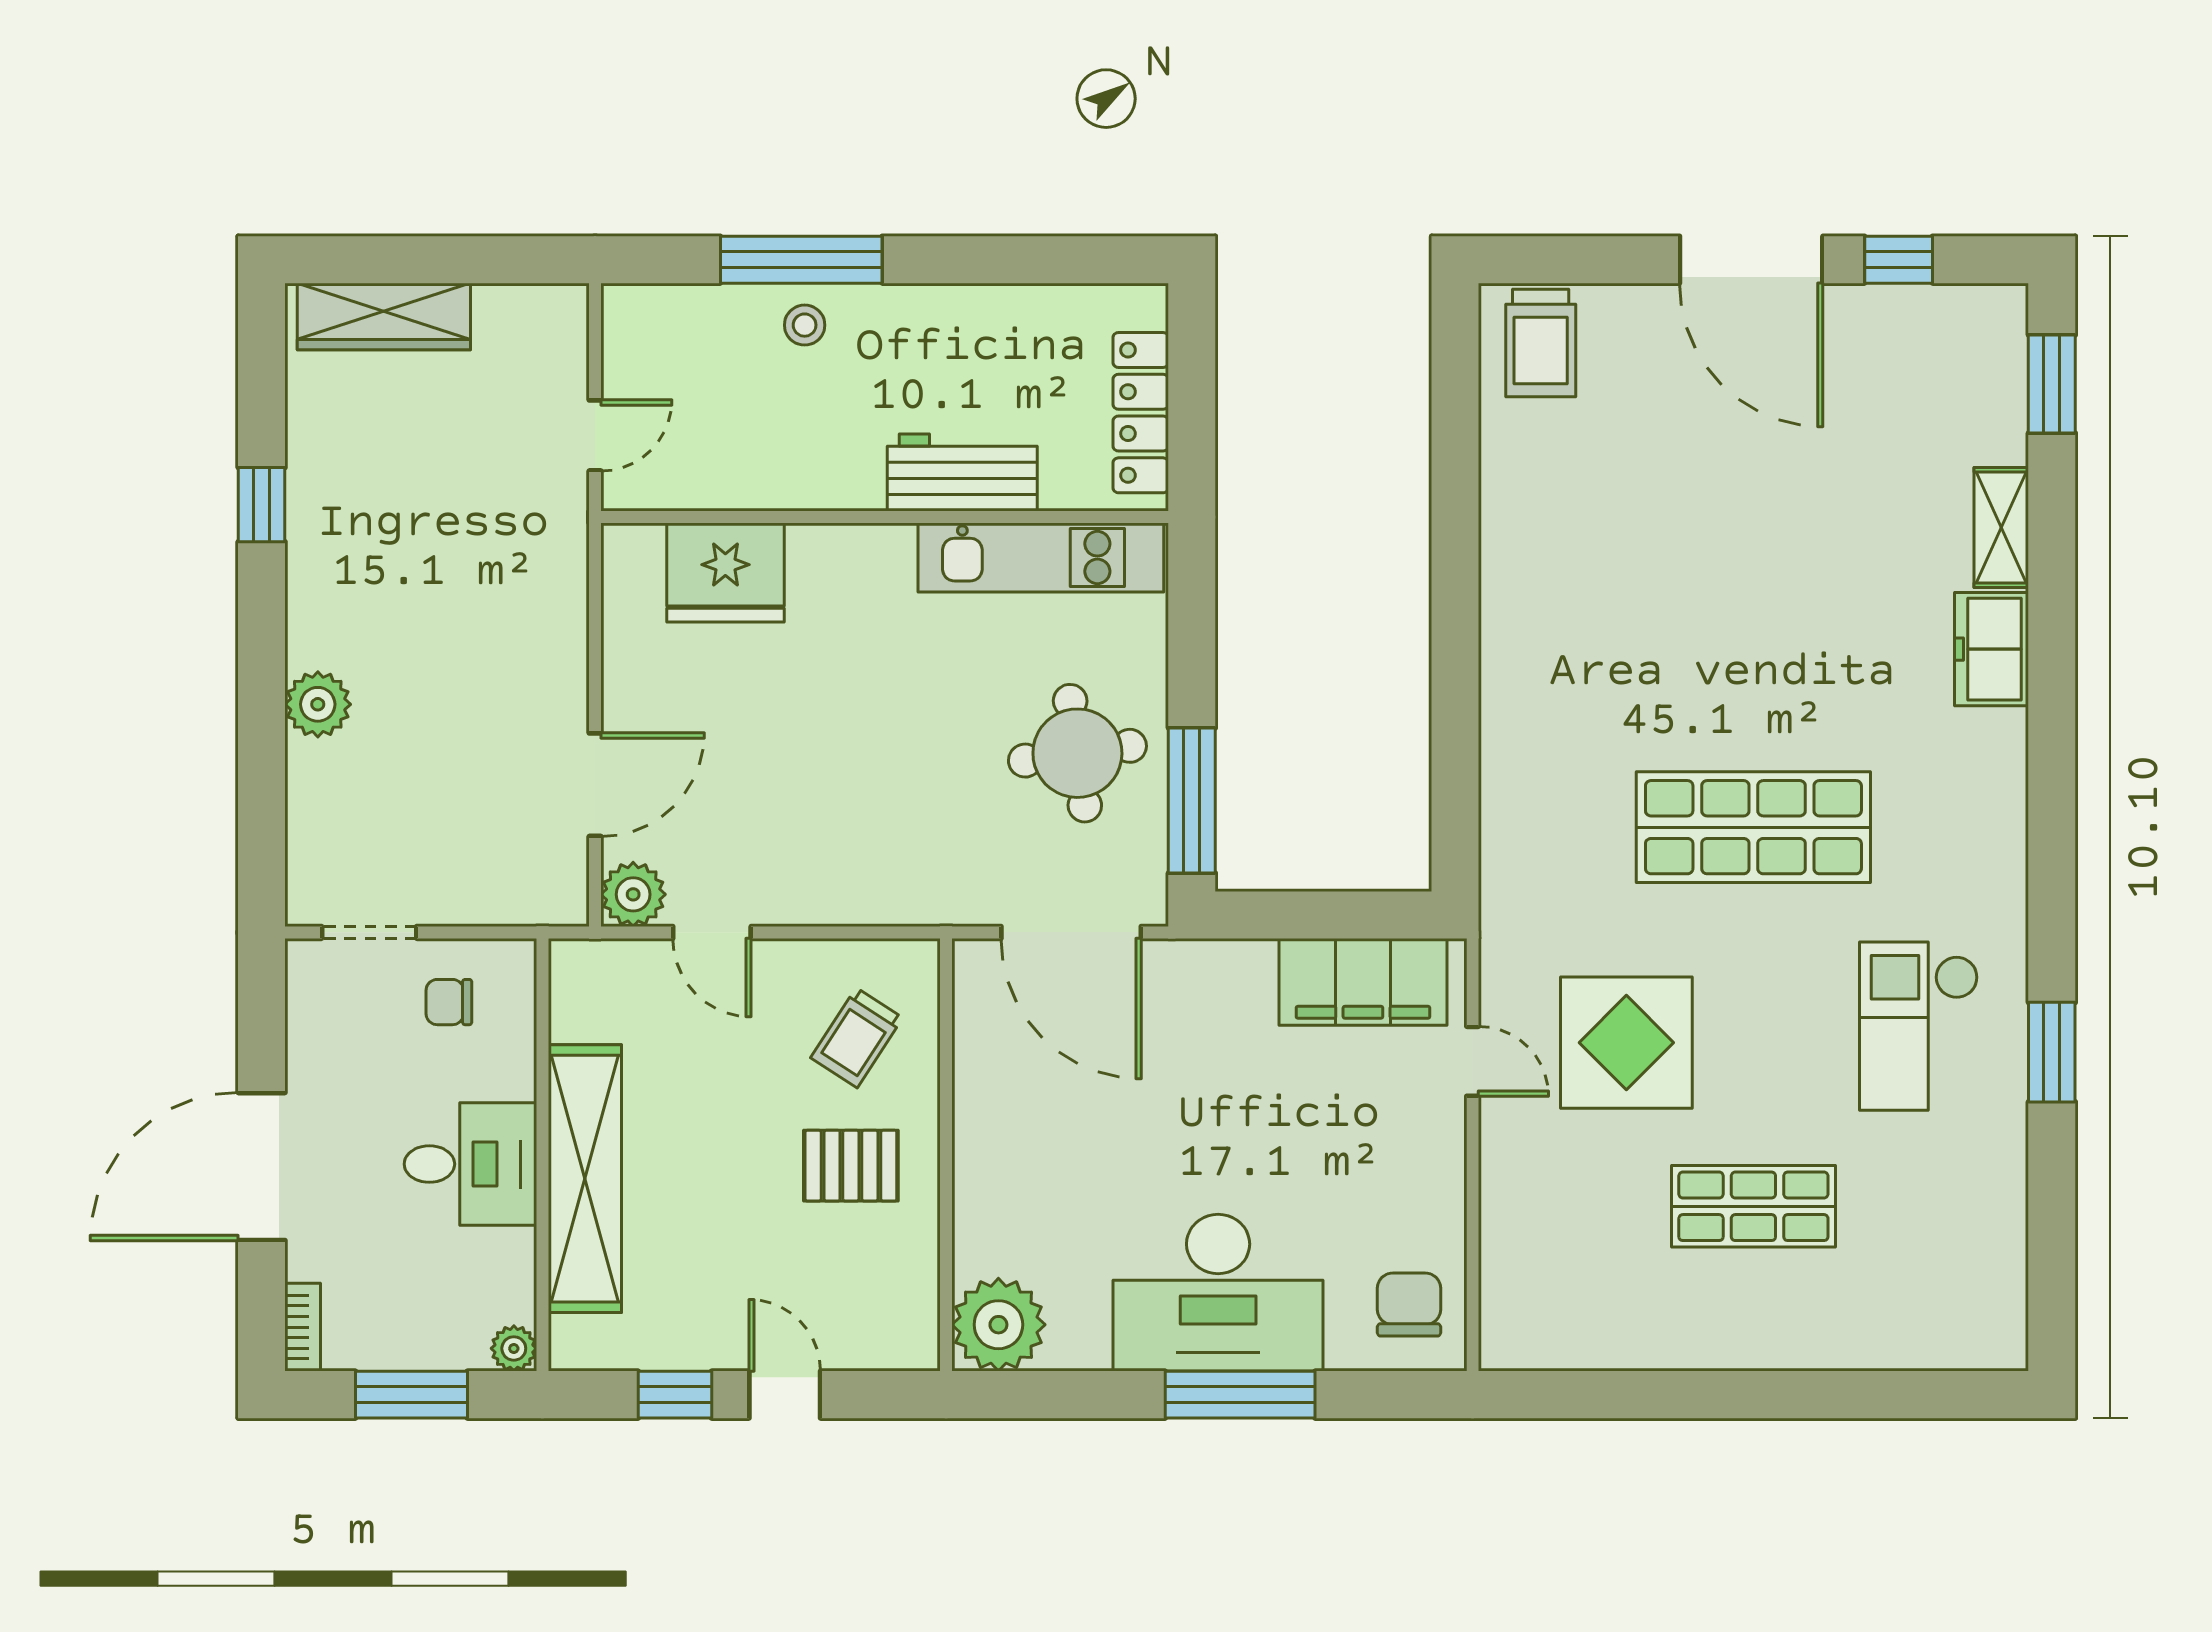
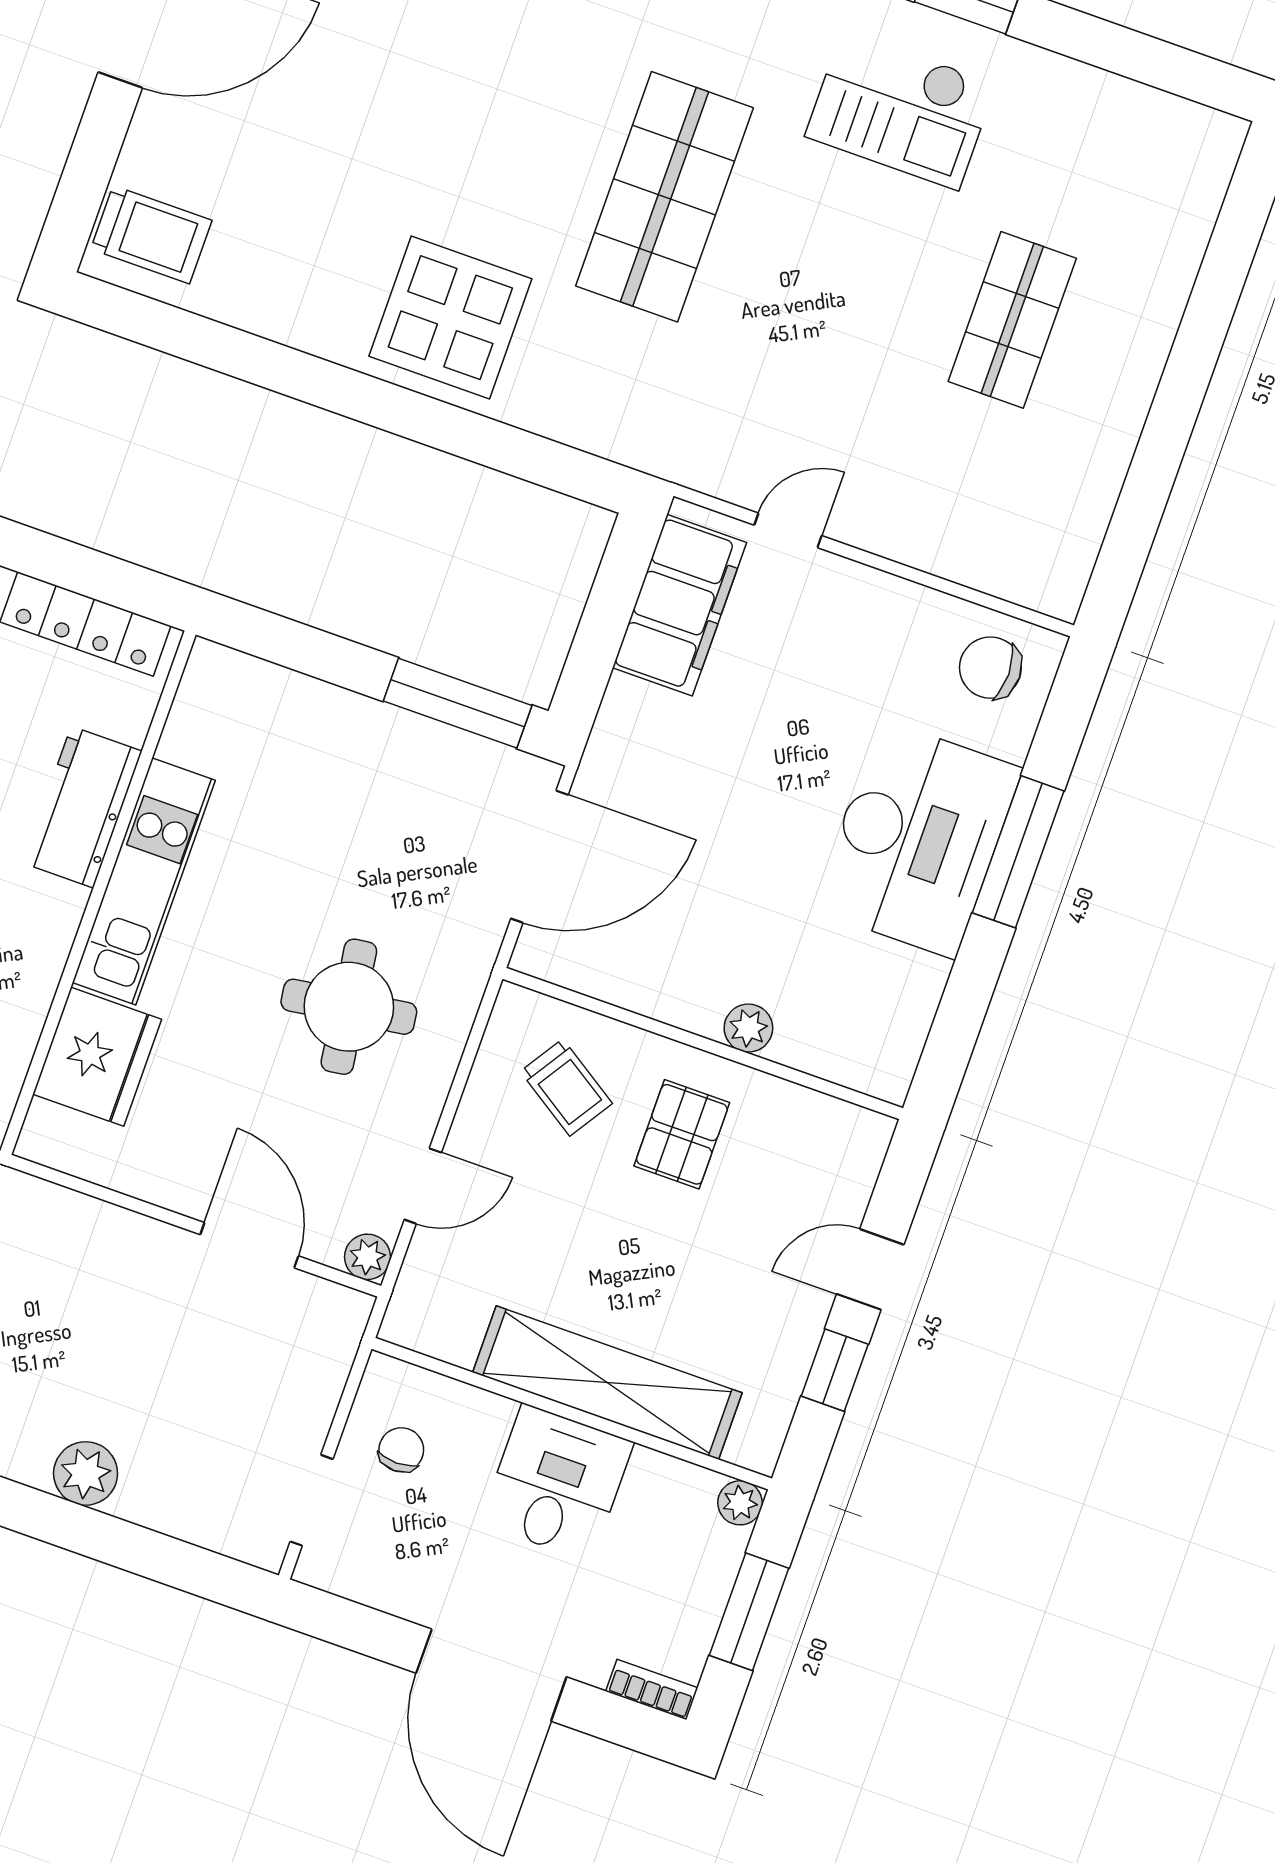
kitchen unit: (1041, 558) -> (144, 881), moved
round table: (1077, 753) -> (349, 1007), moved
plant: (633, 894) -> (368, 1257), width x0.73, depth x0.73
chair: (449, 1002) -> (401, 1450), turned 180
display table: (1626, 1043) -> (450, 318), moved
plant: (998, 1325) -> (748, 1028), moved, width x0.53, depth x0.53

